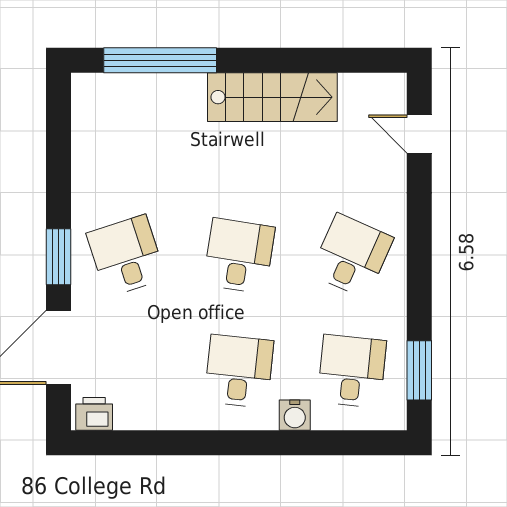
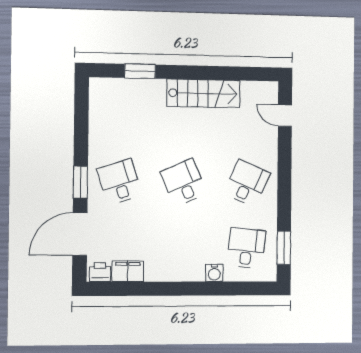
window: (160, 60) -> (140, 71), width x0.47
desk: (239, 256) -> (184, 183), turned -33
desk: (239, 371) -> (183, 248), removed
filing cabinet: (142, 412) -> (128, 271), added

